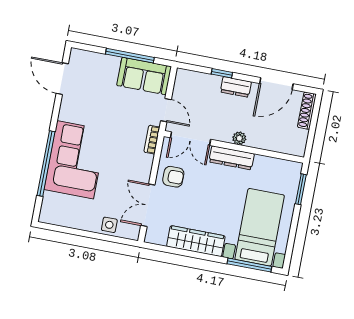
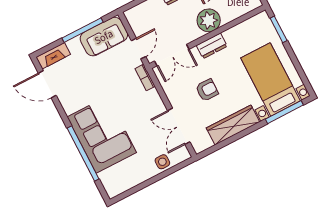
fireplace: (87, 58) -> (53, 56), added
door: (166, 110) -> (138, 49), hinge flipped
plant: (239, 138) -> (209, 20), width x1.87, depth x1.87
dresser: (232, 158) -> (212, 46), width x0.70
armchair: (173, 177) -> (207, 90), moved

